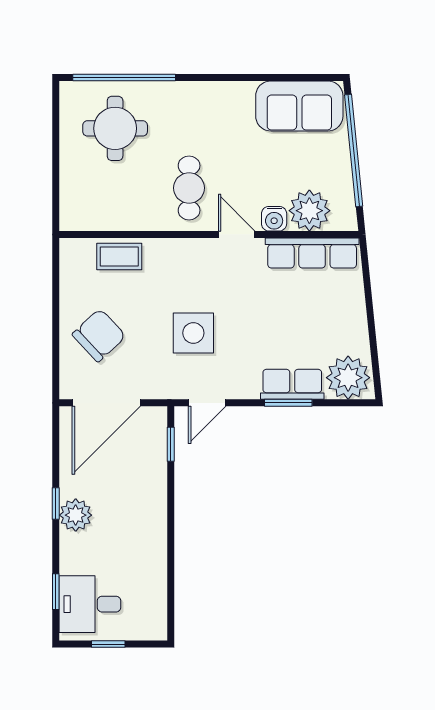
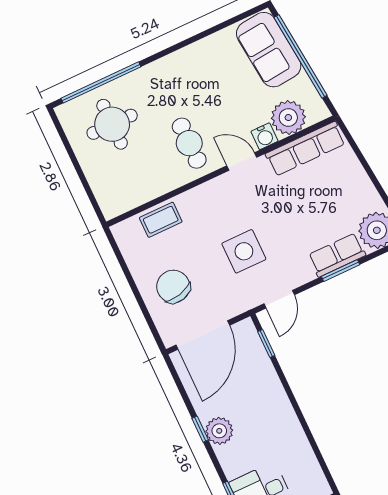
sofa: (299, 106) -> (269, 50), moved, turned 84
chair: (99, 335) -> (173, 287), turned -61

